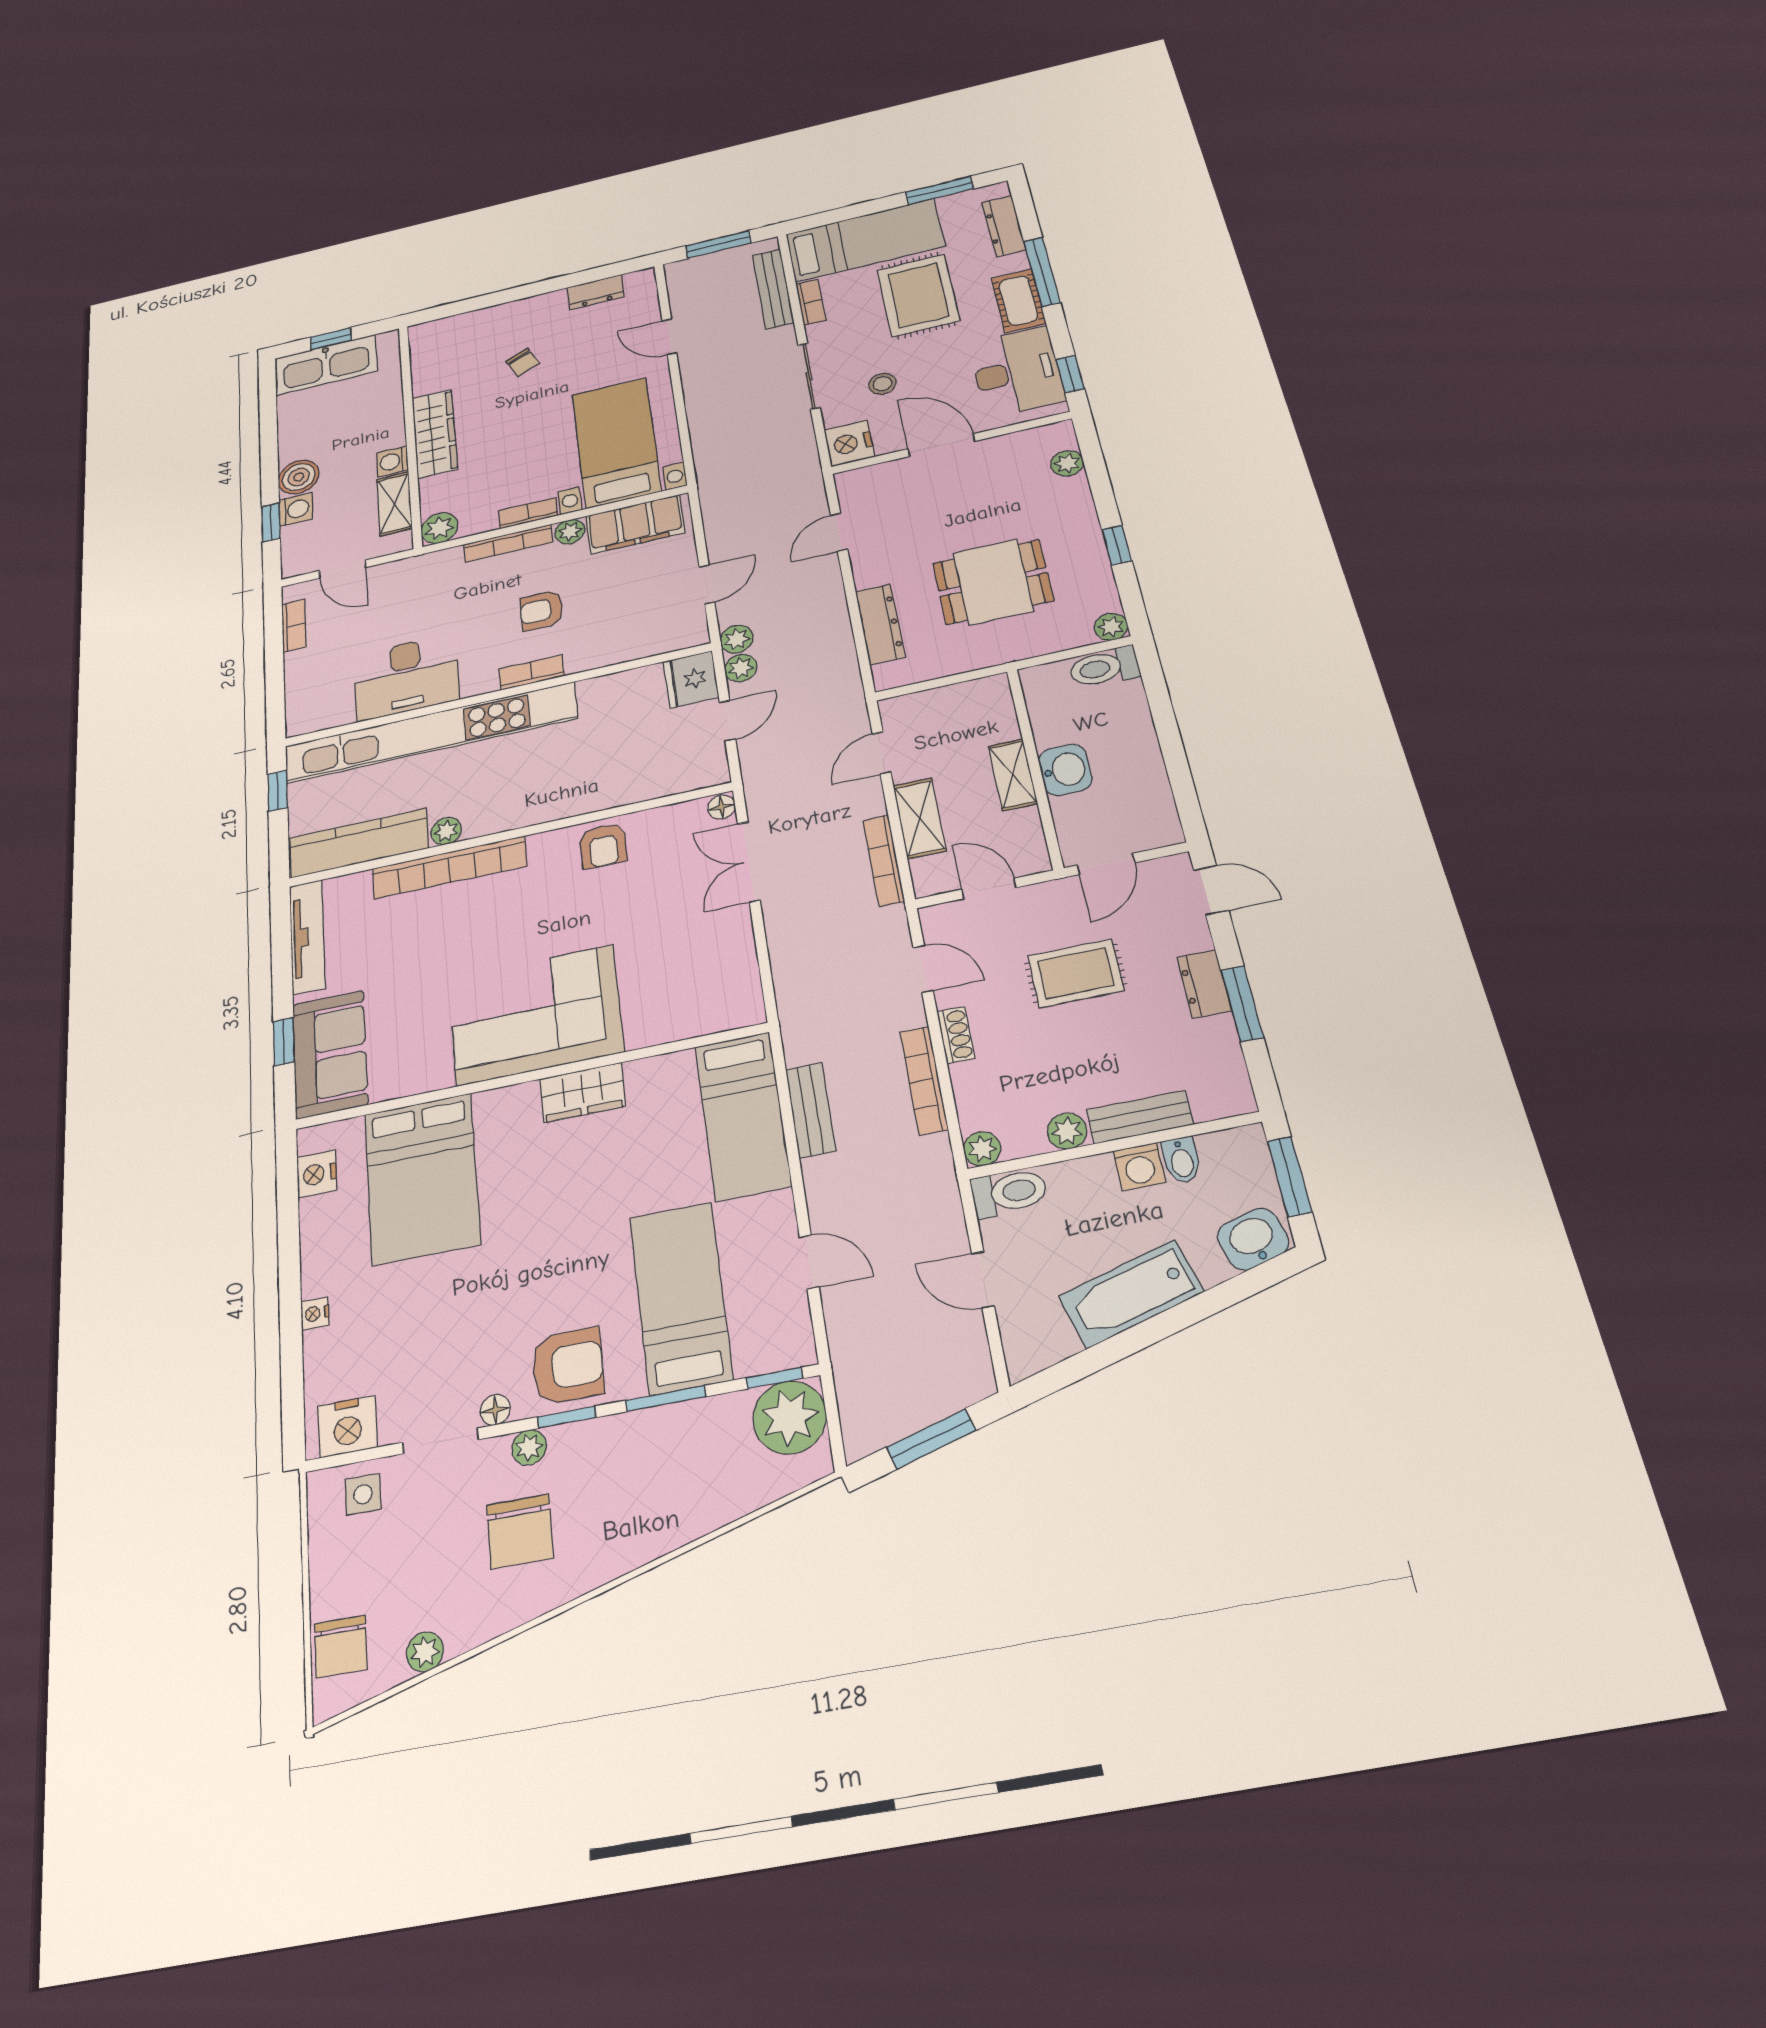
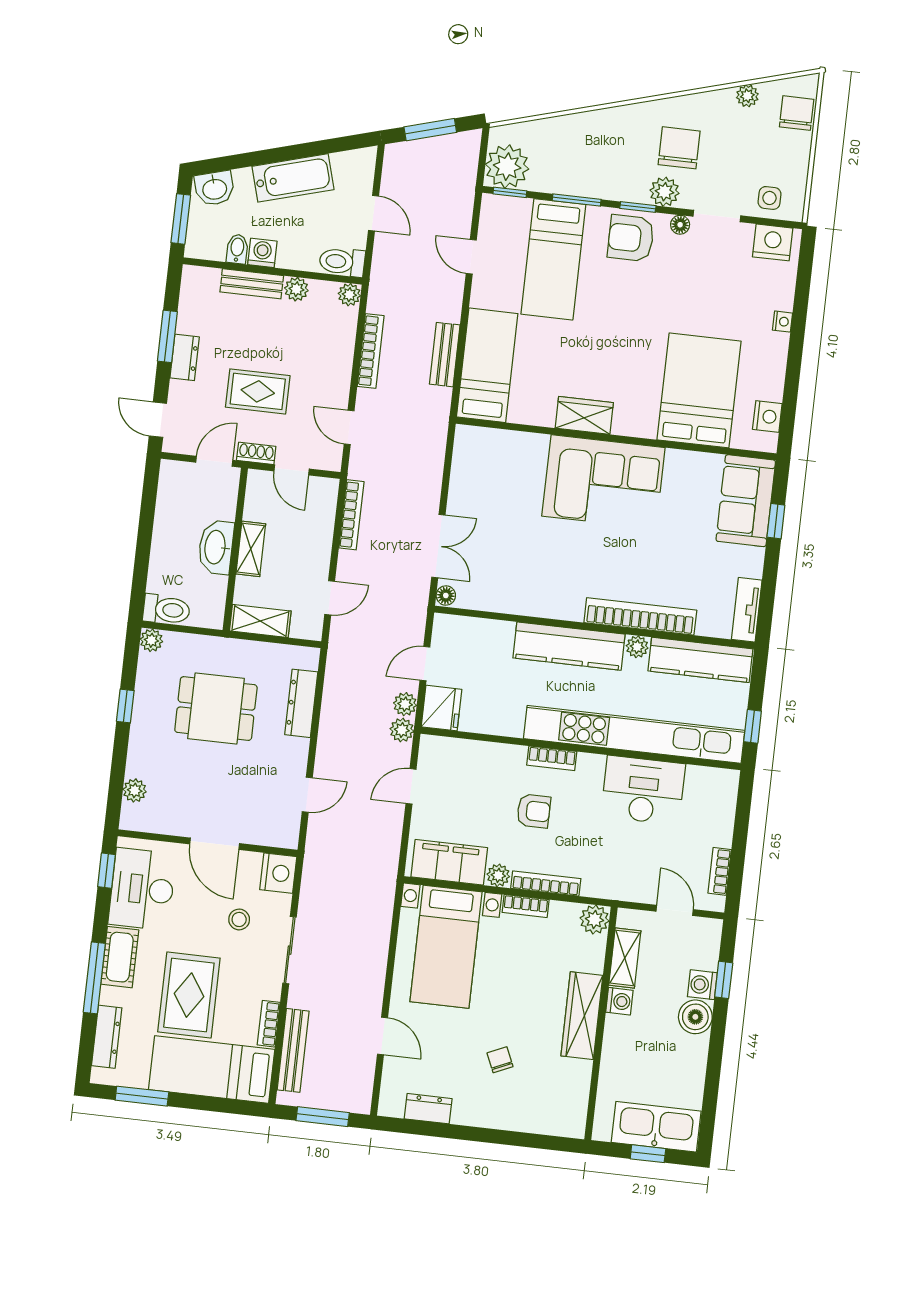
washbasin: (1065, 770) -> (216, 547), width x1.38
kitchen counter: (538, 803) -> (569, 646), added
shelving: (919, 818) -> (260, 621), moved, turned 90
armchair: (603, 846) -> (532, 595), removed
tv unit: (307, 937) -> (747, 610), width x0.71
shoe rack: (956, 1035) -> (256, 453), moved, turned 90
plant: (529, 1447) -> (664, 192), width x1.38, depth x1.38

